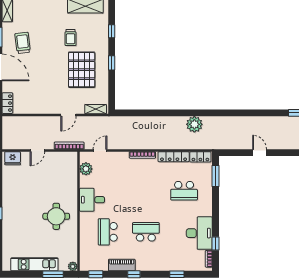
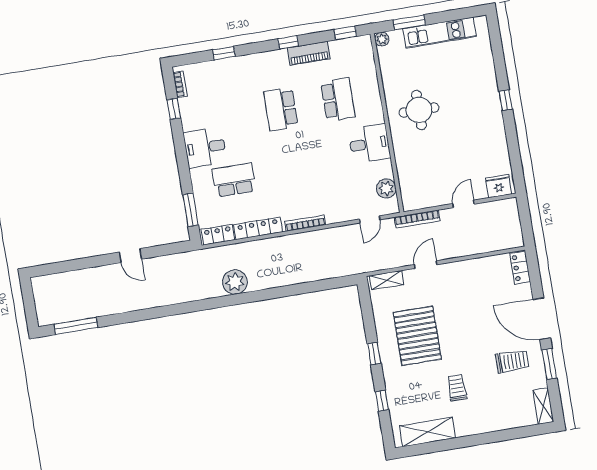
trolley: (71, 38) -> (457, 388), moved
trolley: (23, 43) -> (512, 361), turned -83
school desk: (146, 232) -> (281, 109), turned 90
desk: (199, 233) -> (205, 147), moved, width x0.73

